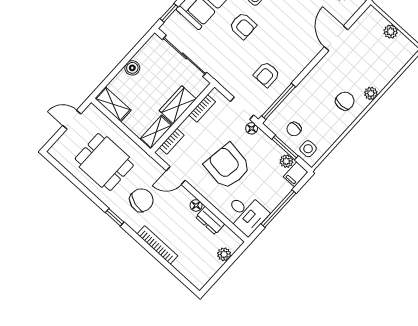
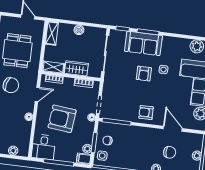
door: (336, 38) -> (173, 129), hinge flipped
armchair: (267, 74) -> (146, 113), moved
chair: (345, 101) -> (170, 152), moved
armchair: (227, 166) -> (62, 119), turned -92
door: (176, 176) -> (37, 94), swing flipped
dresser: (210, 220) -> (26, 130), removed

